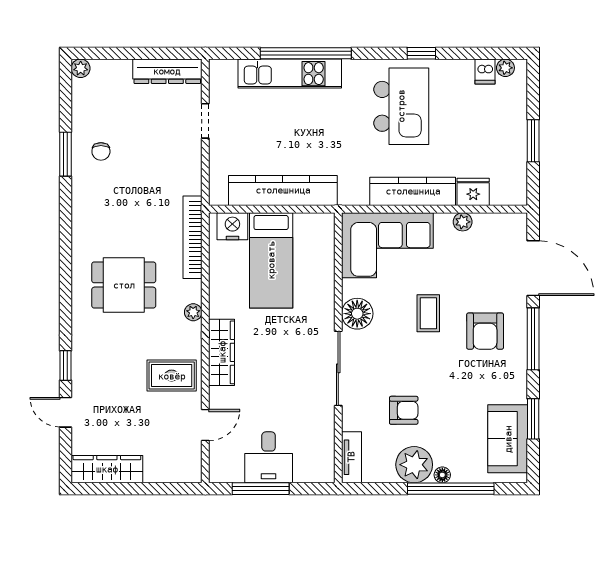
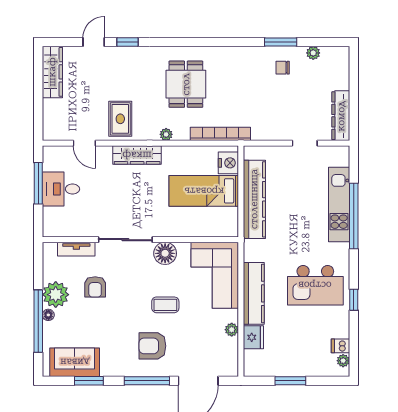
plant: (81, 68) -> (313, 53), moved
tv unit: (351, 457) -> (76, 249), moved

